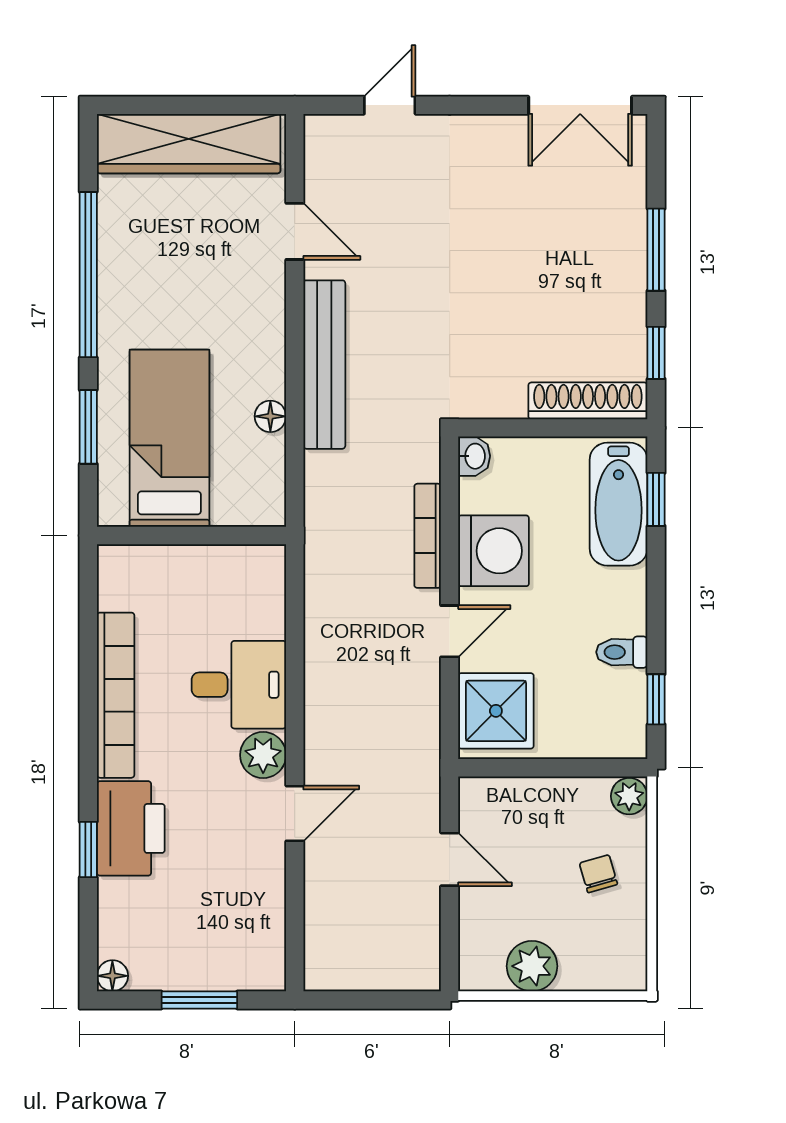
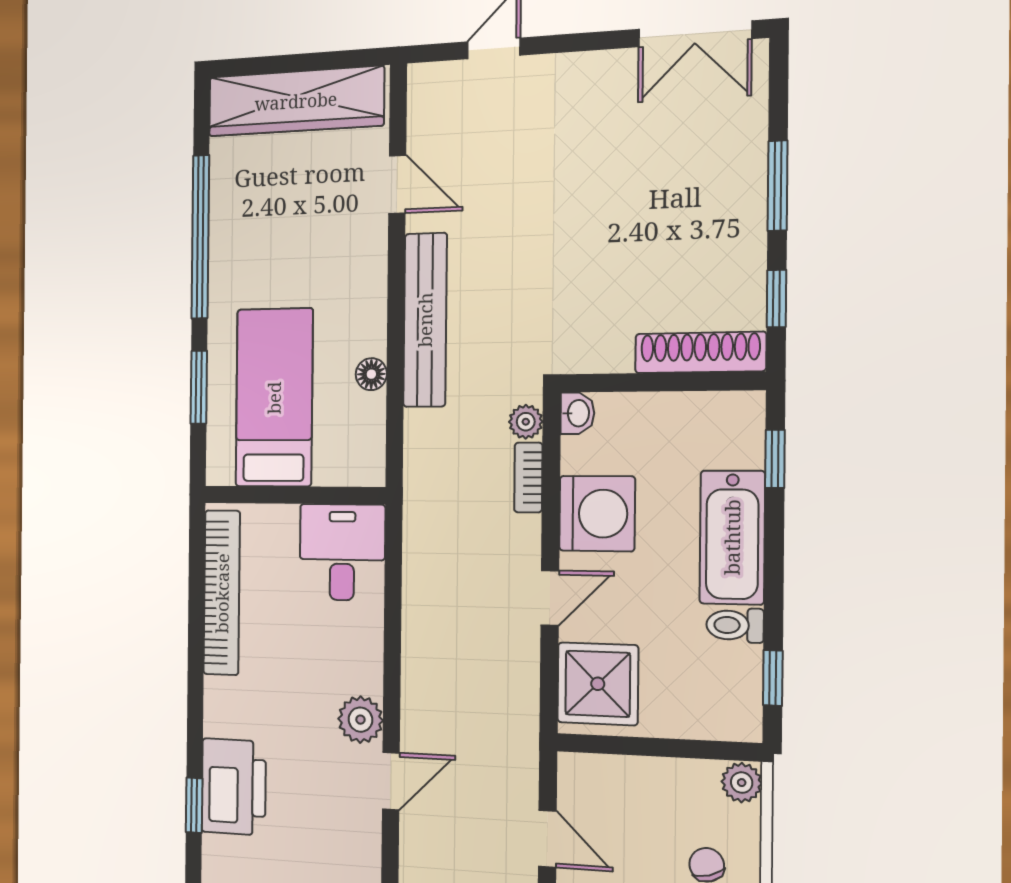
plant: (425, 464) -> (526, 422), added
bathtub: (619, 504) -> (732, 537), moved
bookcase: (428, 536) -> (528, 477), width x0.64
desk: (239, 685) -> (342, 552), moved, turned -90
bookcase: (116, 695) -> (222, 593), moved

